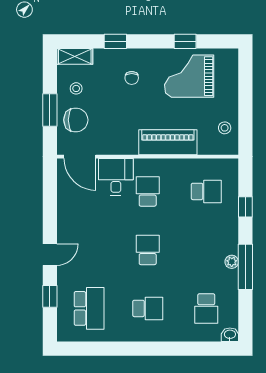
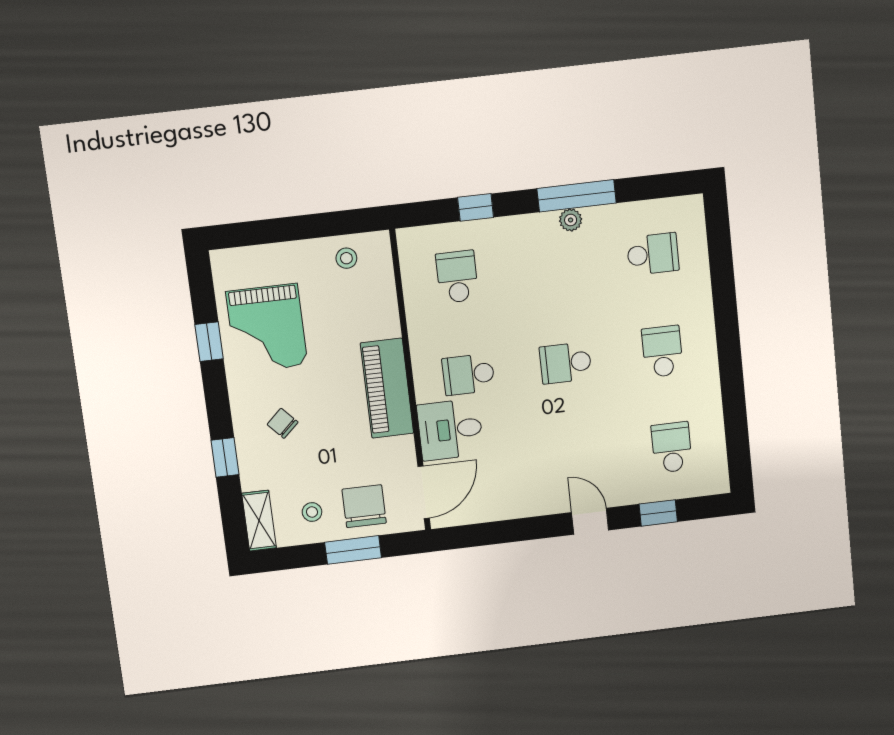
chair: (132, 78) -> (283, 423), turned -133
piano: (168, 142) -> (387, 388), moved
school desk: (89, 308) -> (672, 447), width x0.54
washbasin: (230, 335) -> (693, 209), removed

